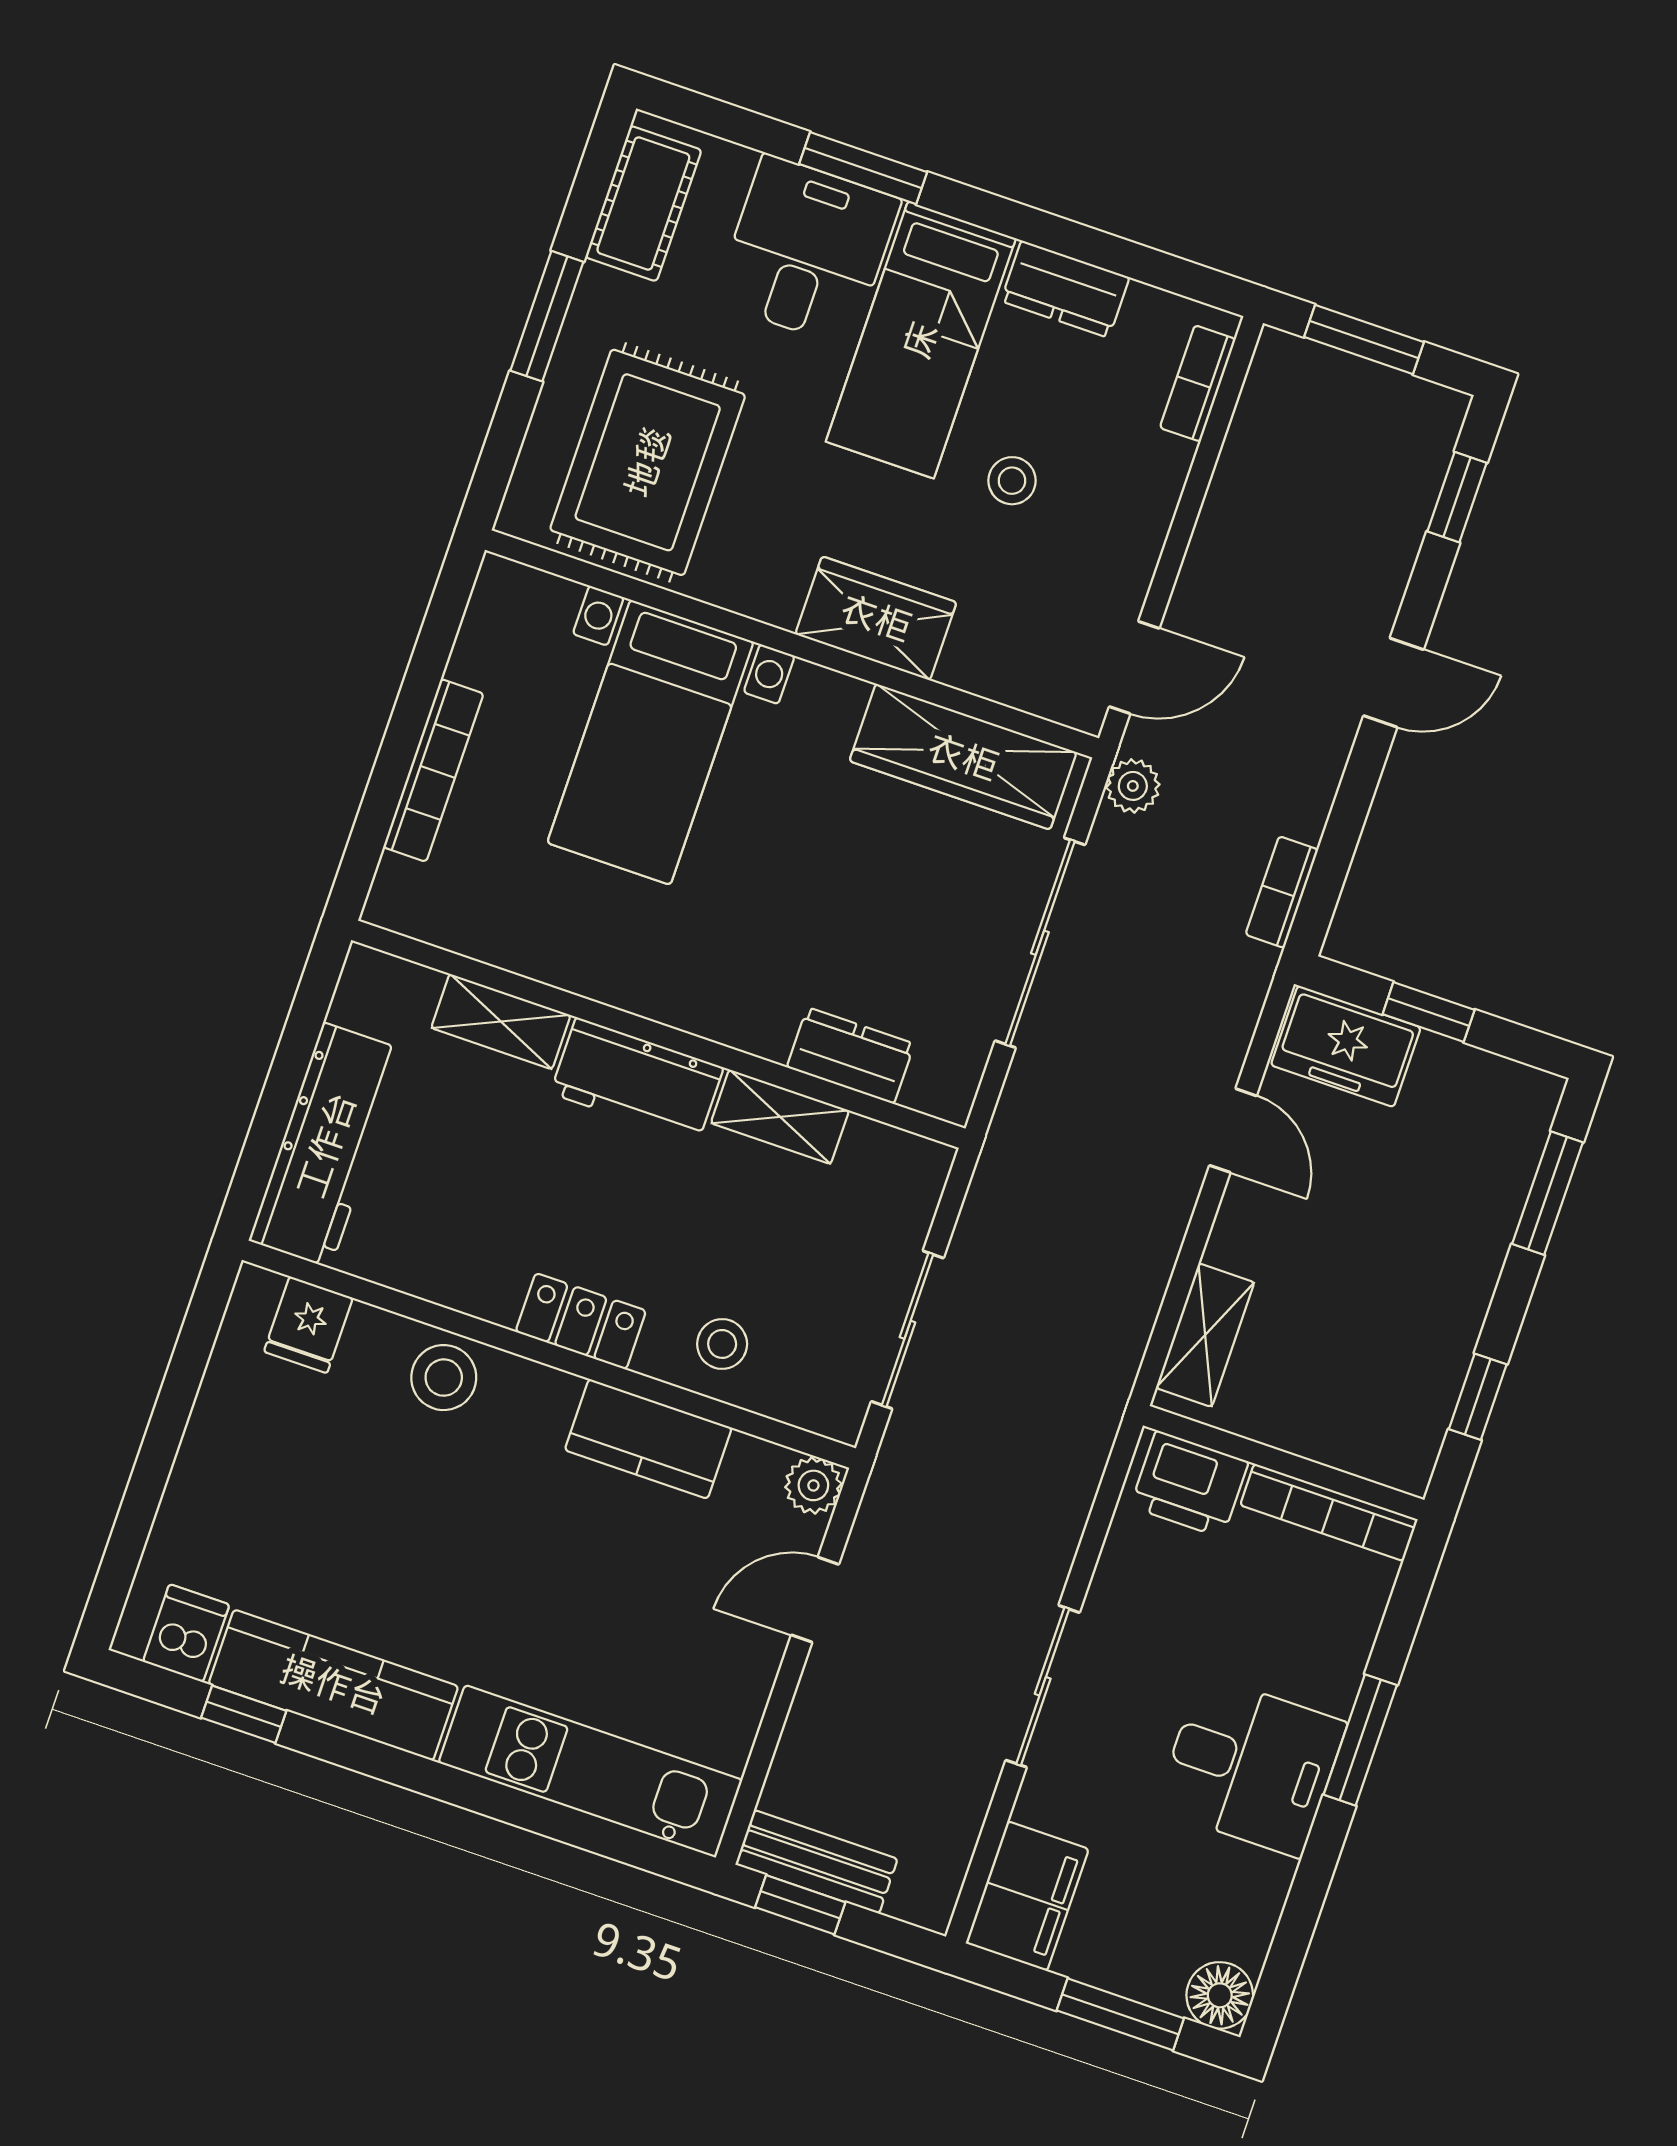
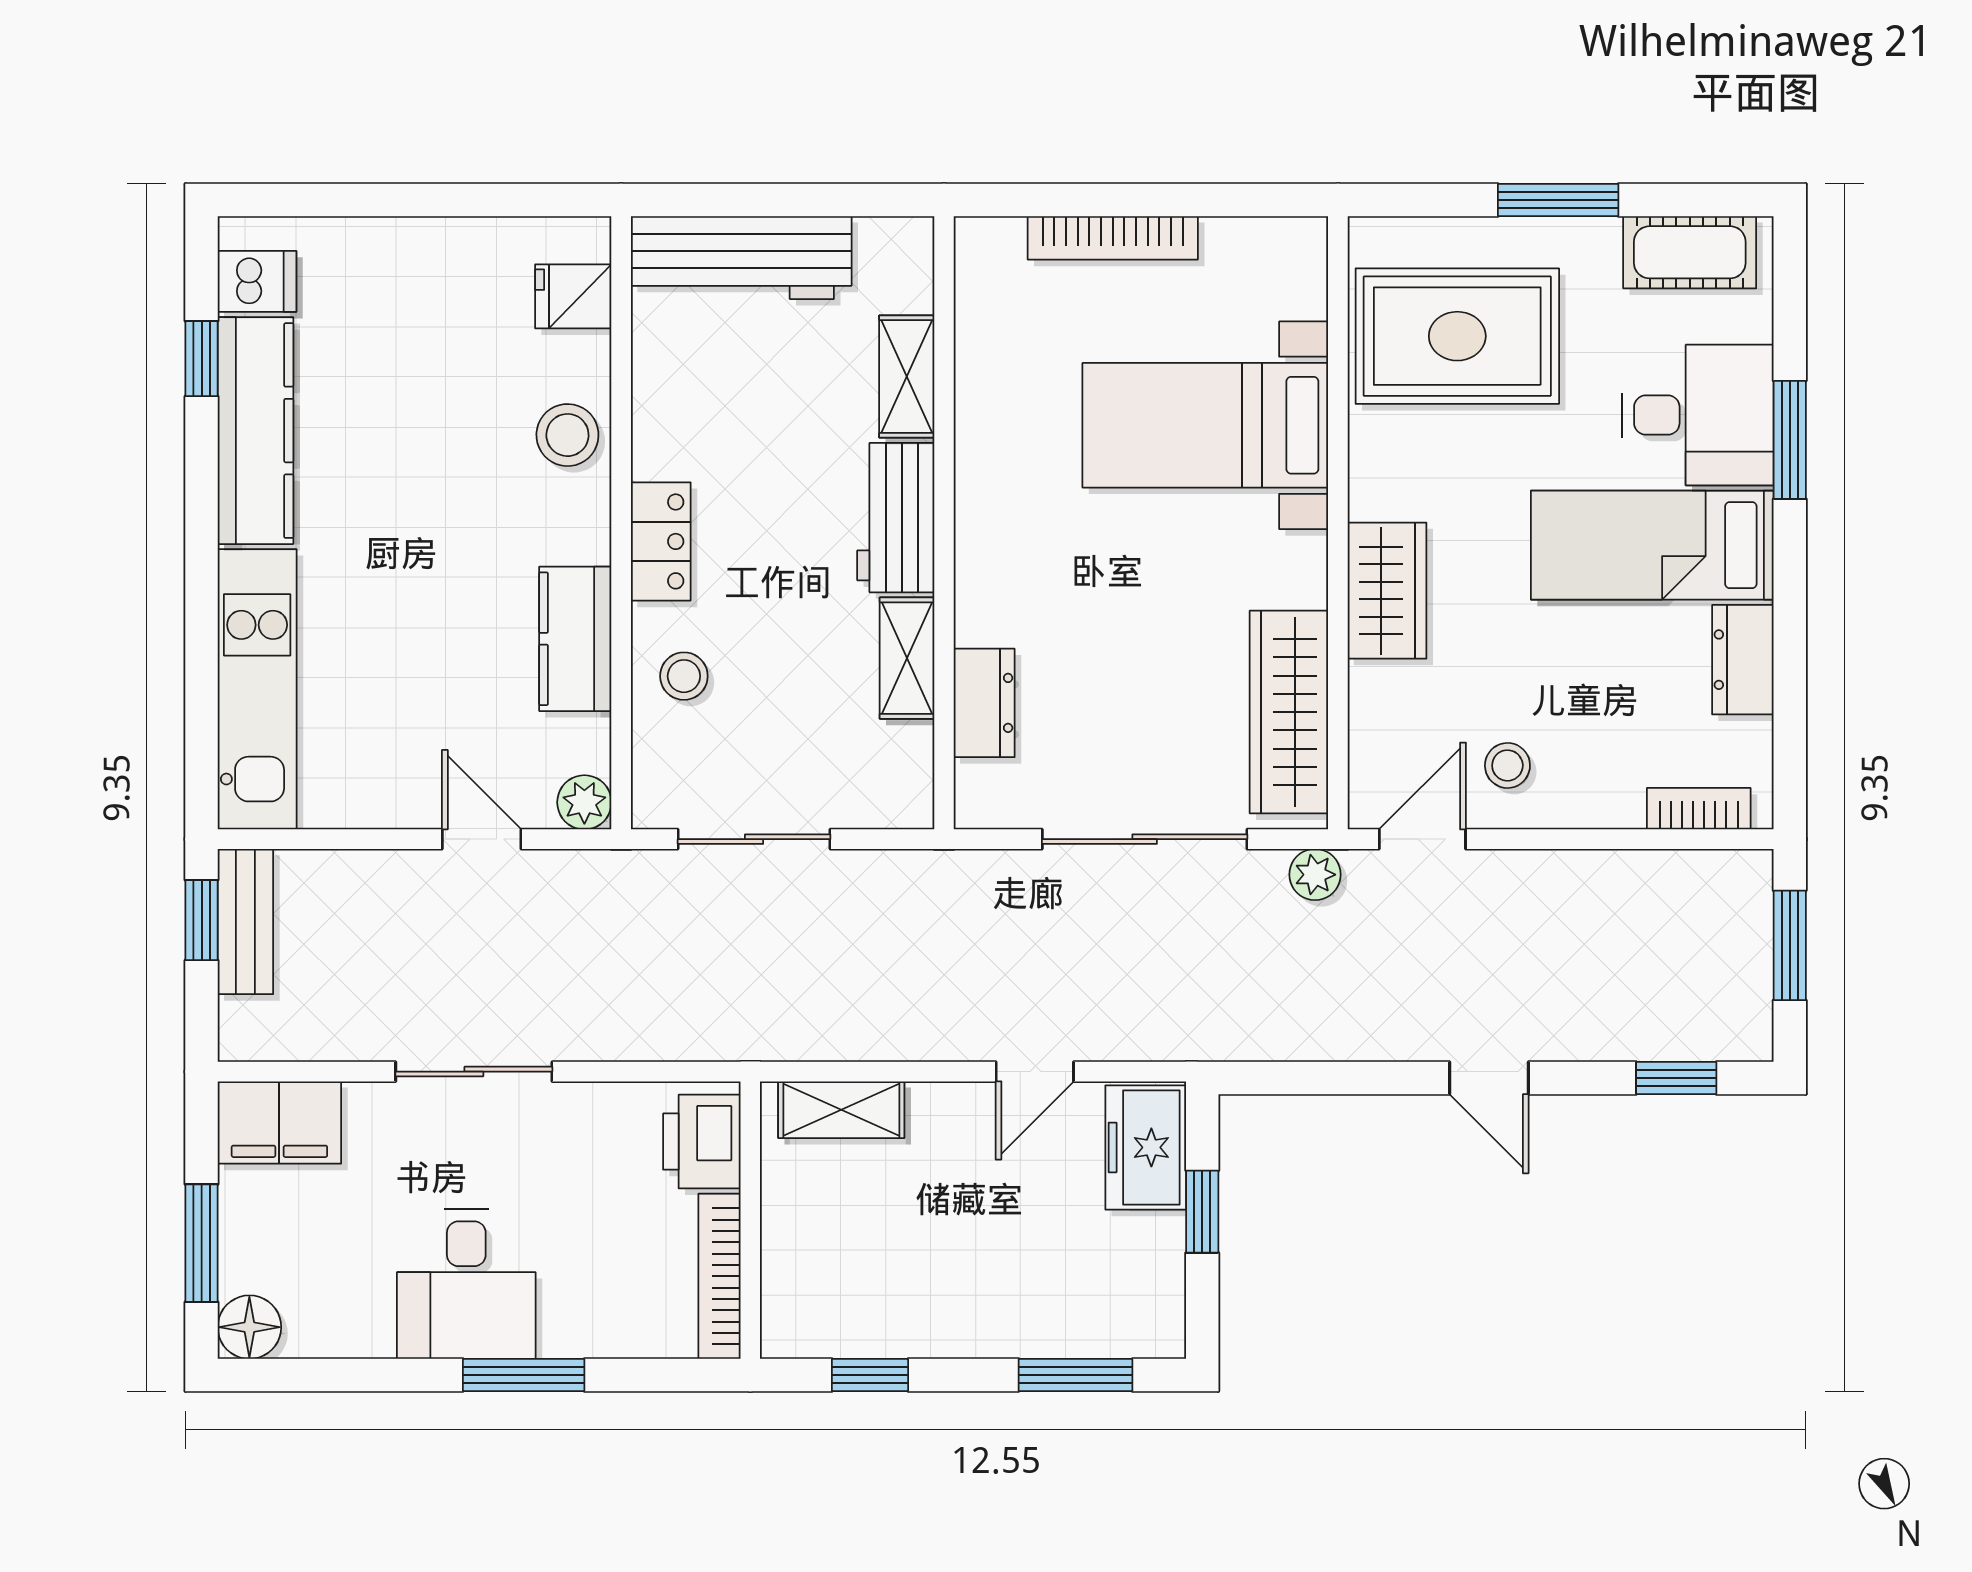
stool: (1012, 481) -> (1507, 765), moved
door: (1134, 667) -> (1422, 839), swing flipped
bookcase: (1282, 892) -> (1265, 1042), removed

